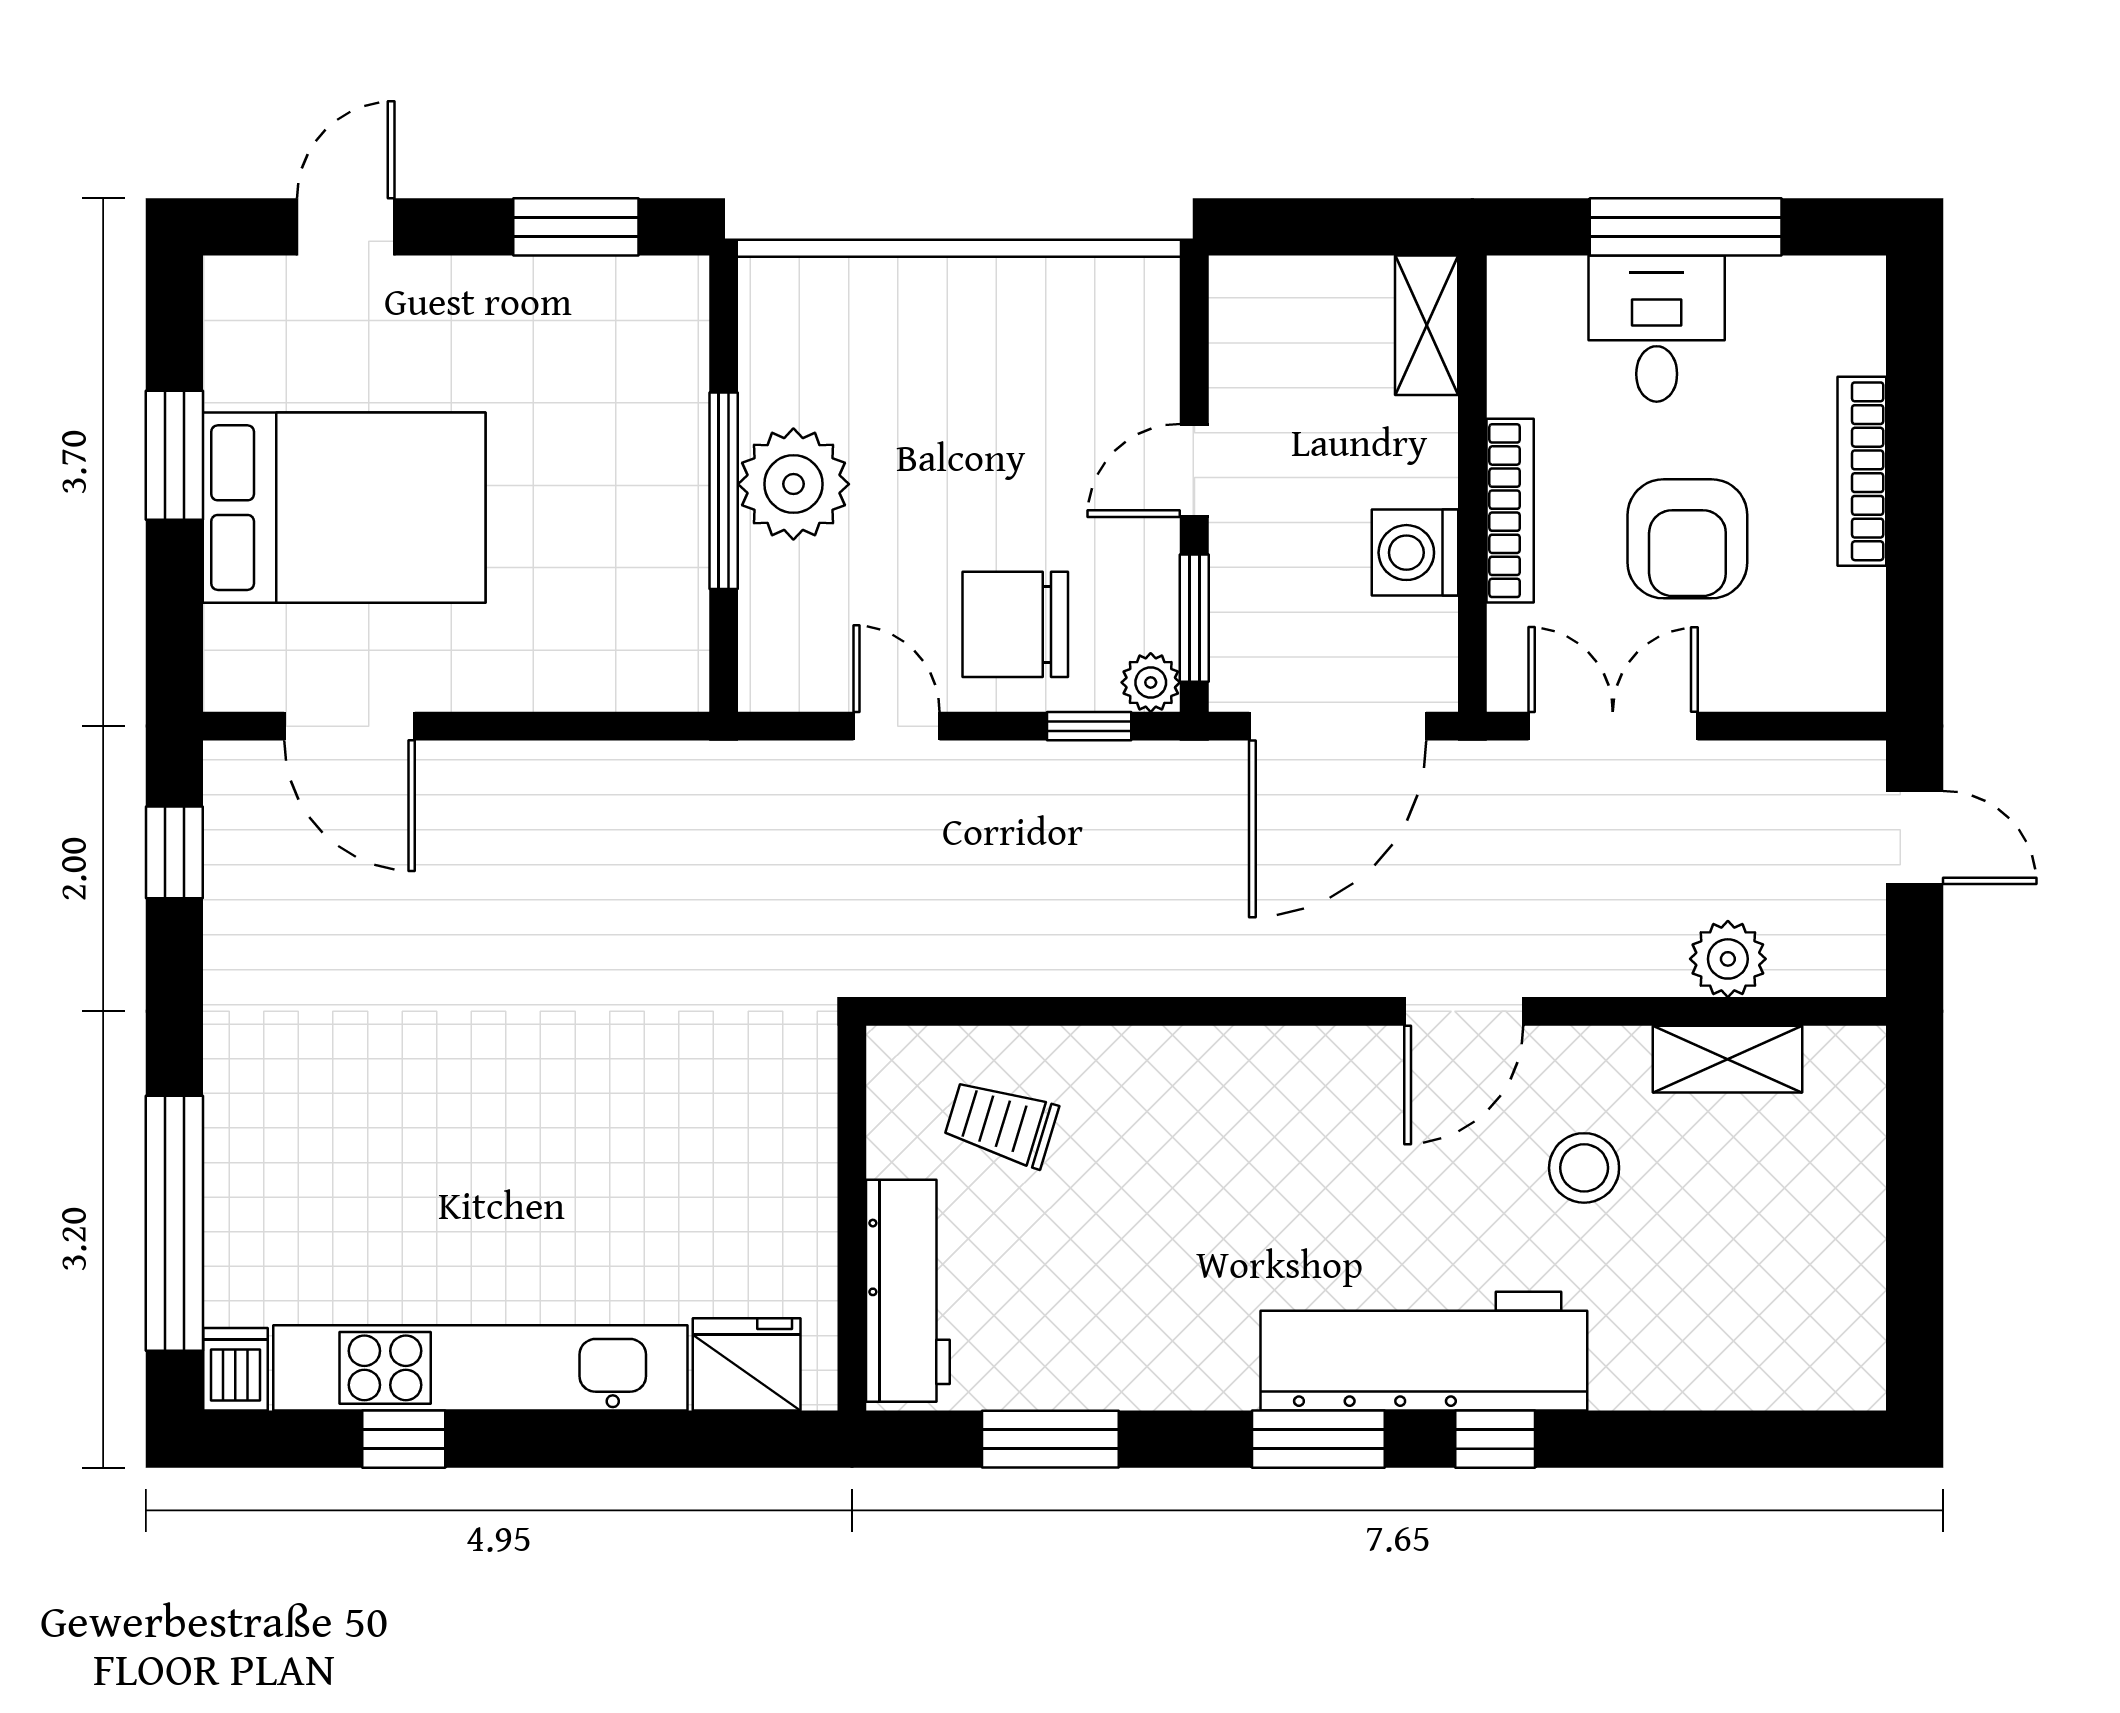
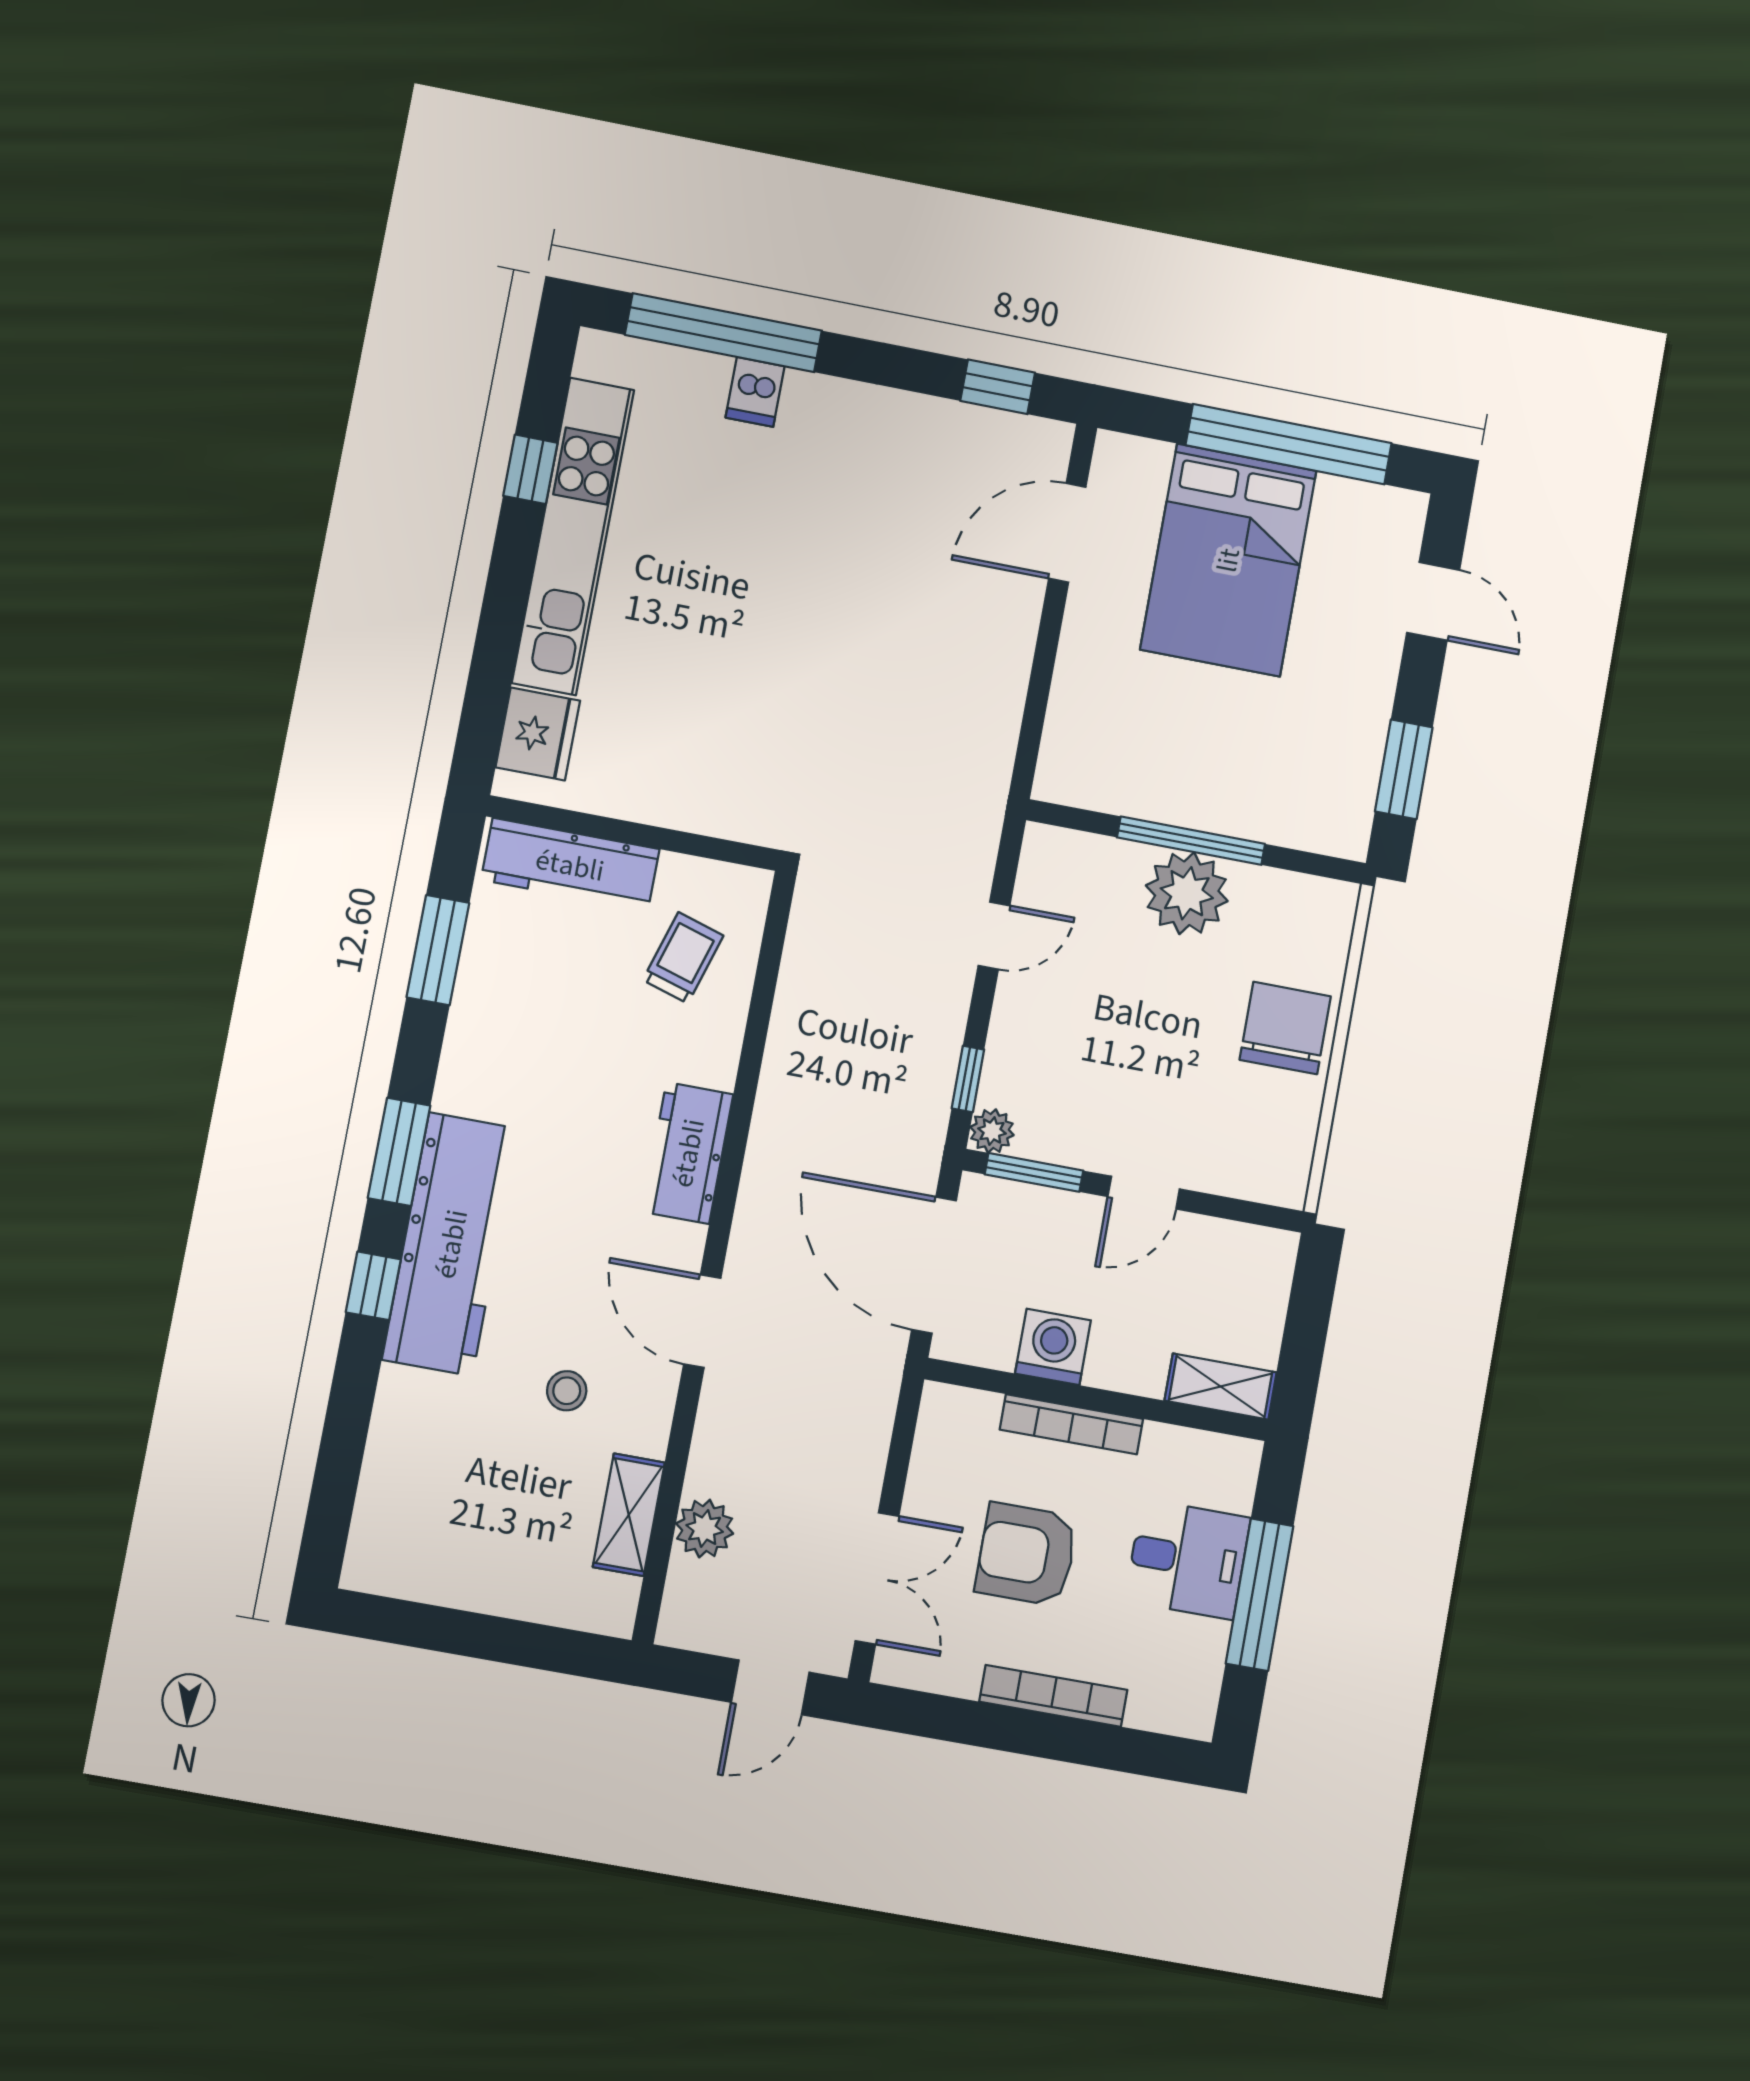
window: (174, 455) -> (1289, 444), width x2.11
door: (1194, 470) -> (1144, 1193), swing flipped
chair: (1015, 624) -> (1285, 1028), moved
double door: (1613, 726) -> (877, 1578), moved
workbench: (1252, 1070) -> (688, 1153), added
stool: (1584, 1168) -> (567, 1391), width x0.73, depth x0.73
dishwasher: (235, 1369) -> (755, 392), moved, turned 90

